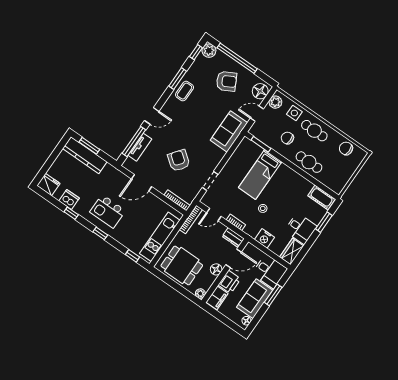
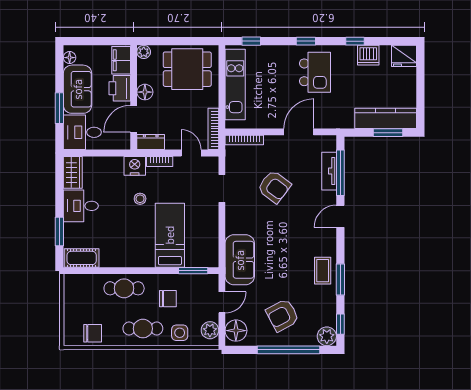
kitchen island: (108, 211) -> (315, 72), turned 90
door: (214, 214) -> (191, 153), hinge flipped
nightstand: (265, 238) -> (135, 166), moved

